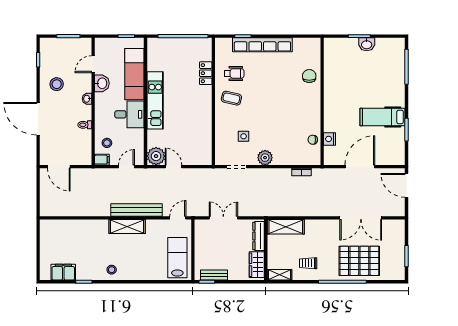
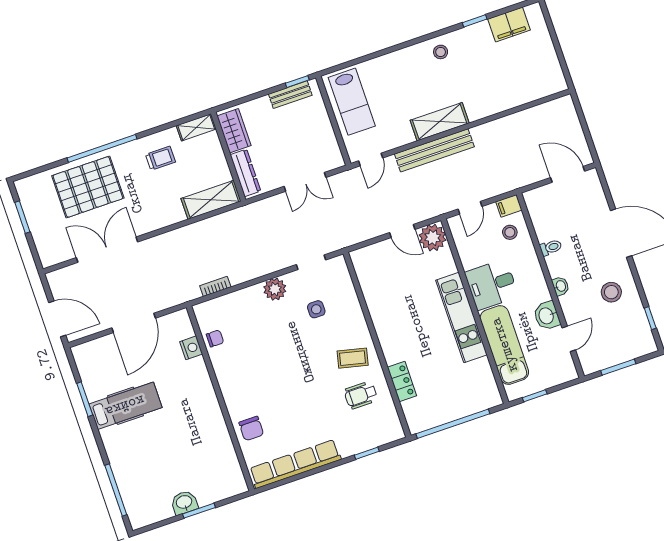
row of seats: (262, 45) -> (295, 464), moved

